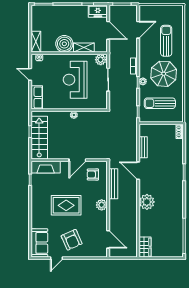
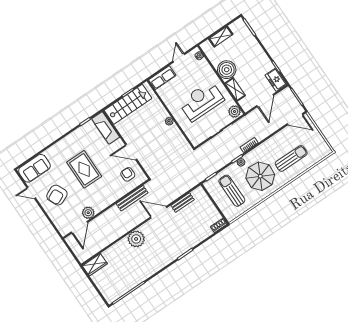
door: (138, 30) -> (295, 119), moved
shelving: (36, 42) -> (221, 37), moved
door: (138, 171) -> (159, 212), hinge flipped
plant: (102, 205) -> (88, 213), moved

